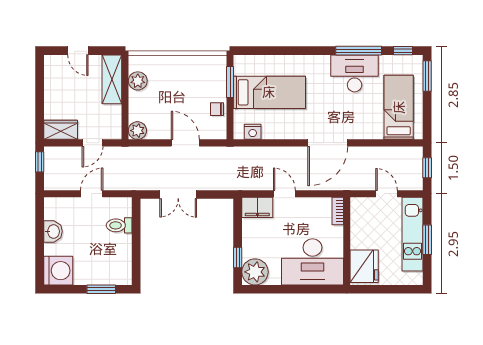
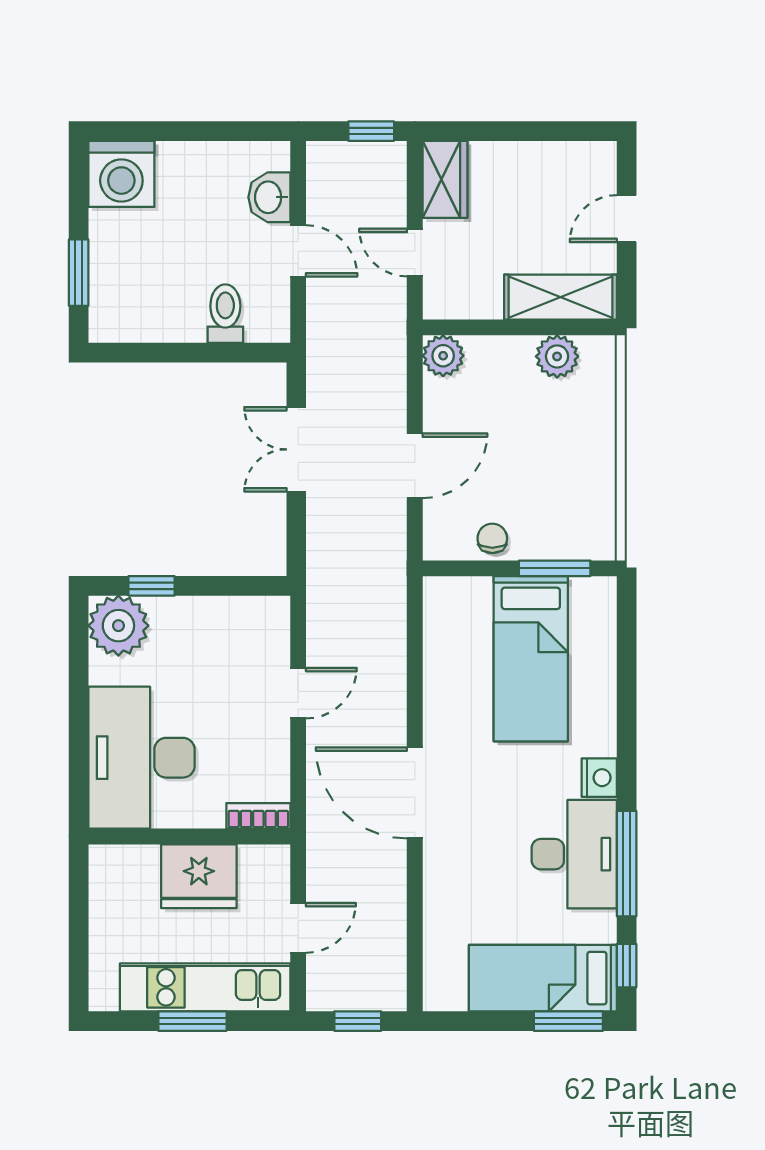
bed: (399, 107) -> (543, 978), moved, turned 180
nightstand: (253, 132) -> (599, 778), moved, turned 180
filing cabinet: (257, 207) -> (267, 631), removed
washbasin: (53, 231) -> (269, 197), moved, turned 90
fridge: (364, 266) -> (199, 876), moved

